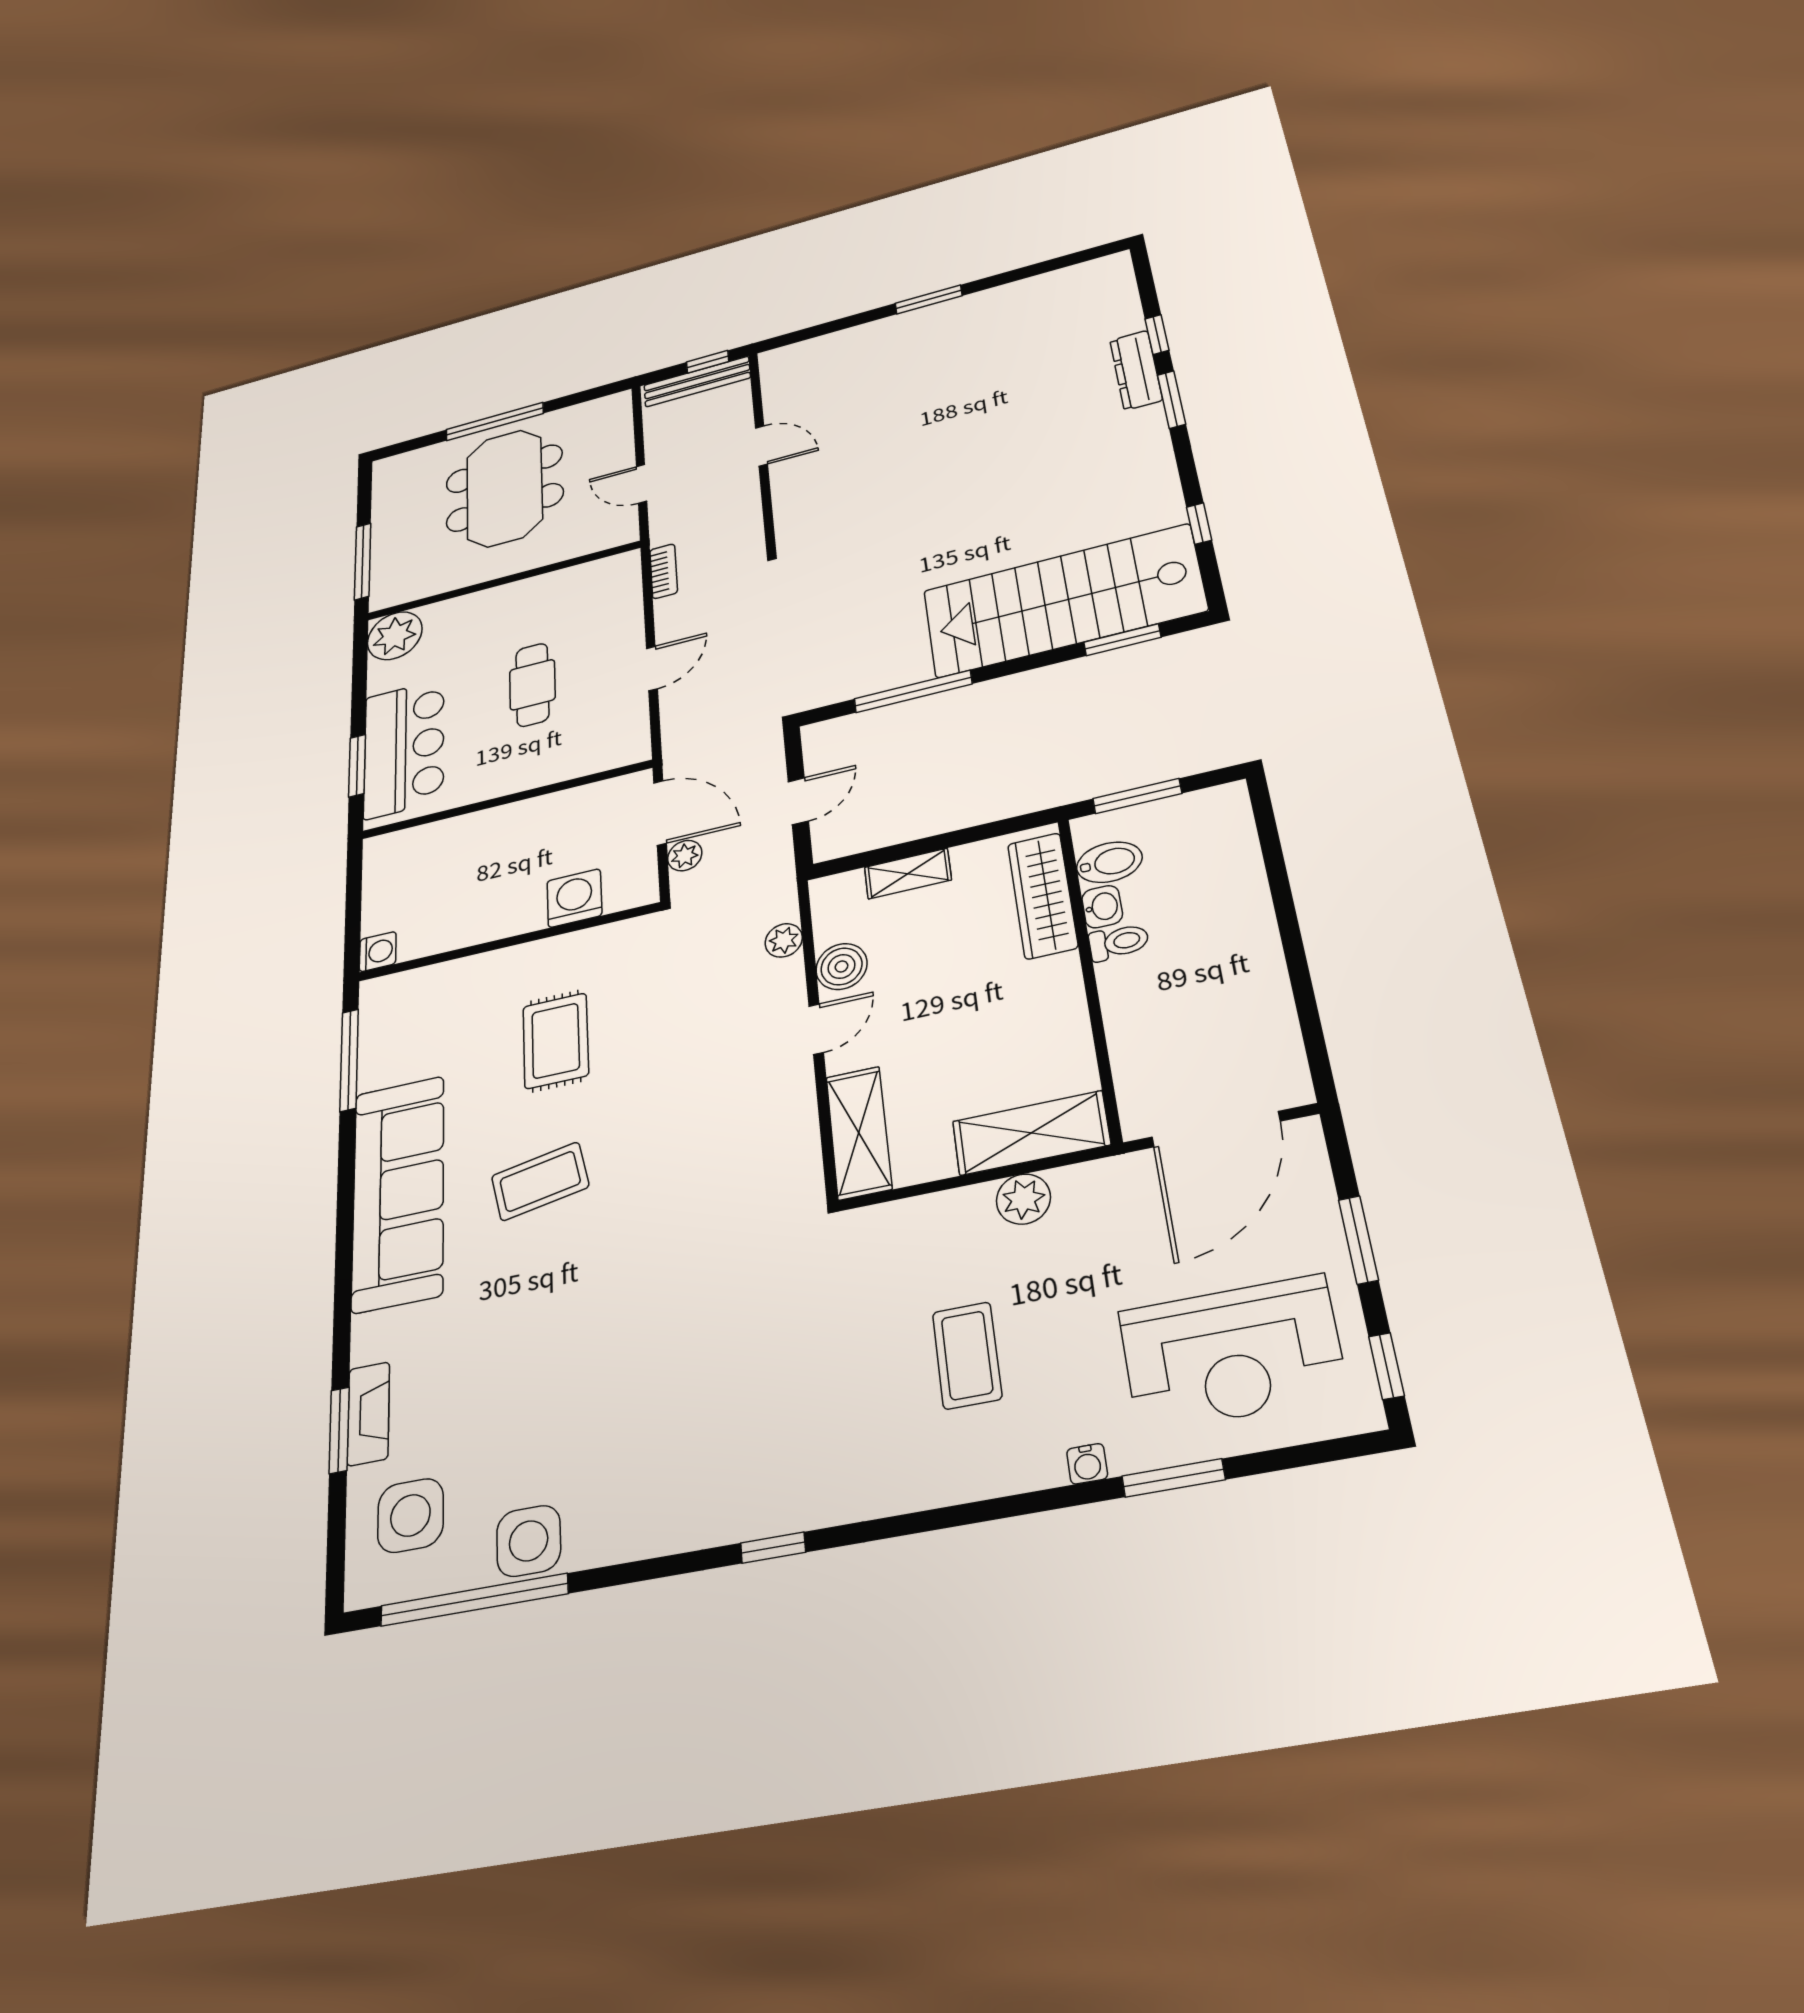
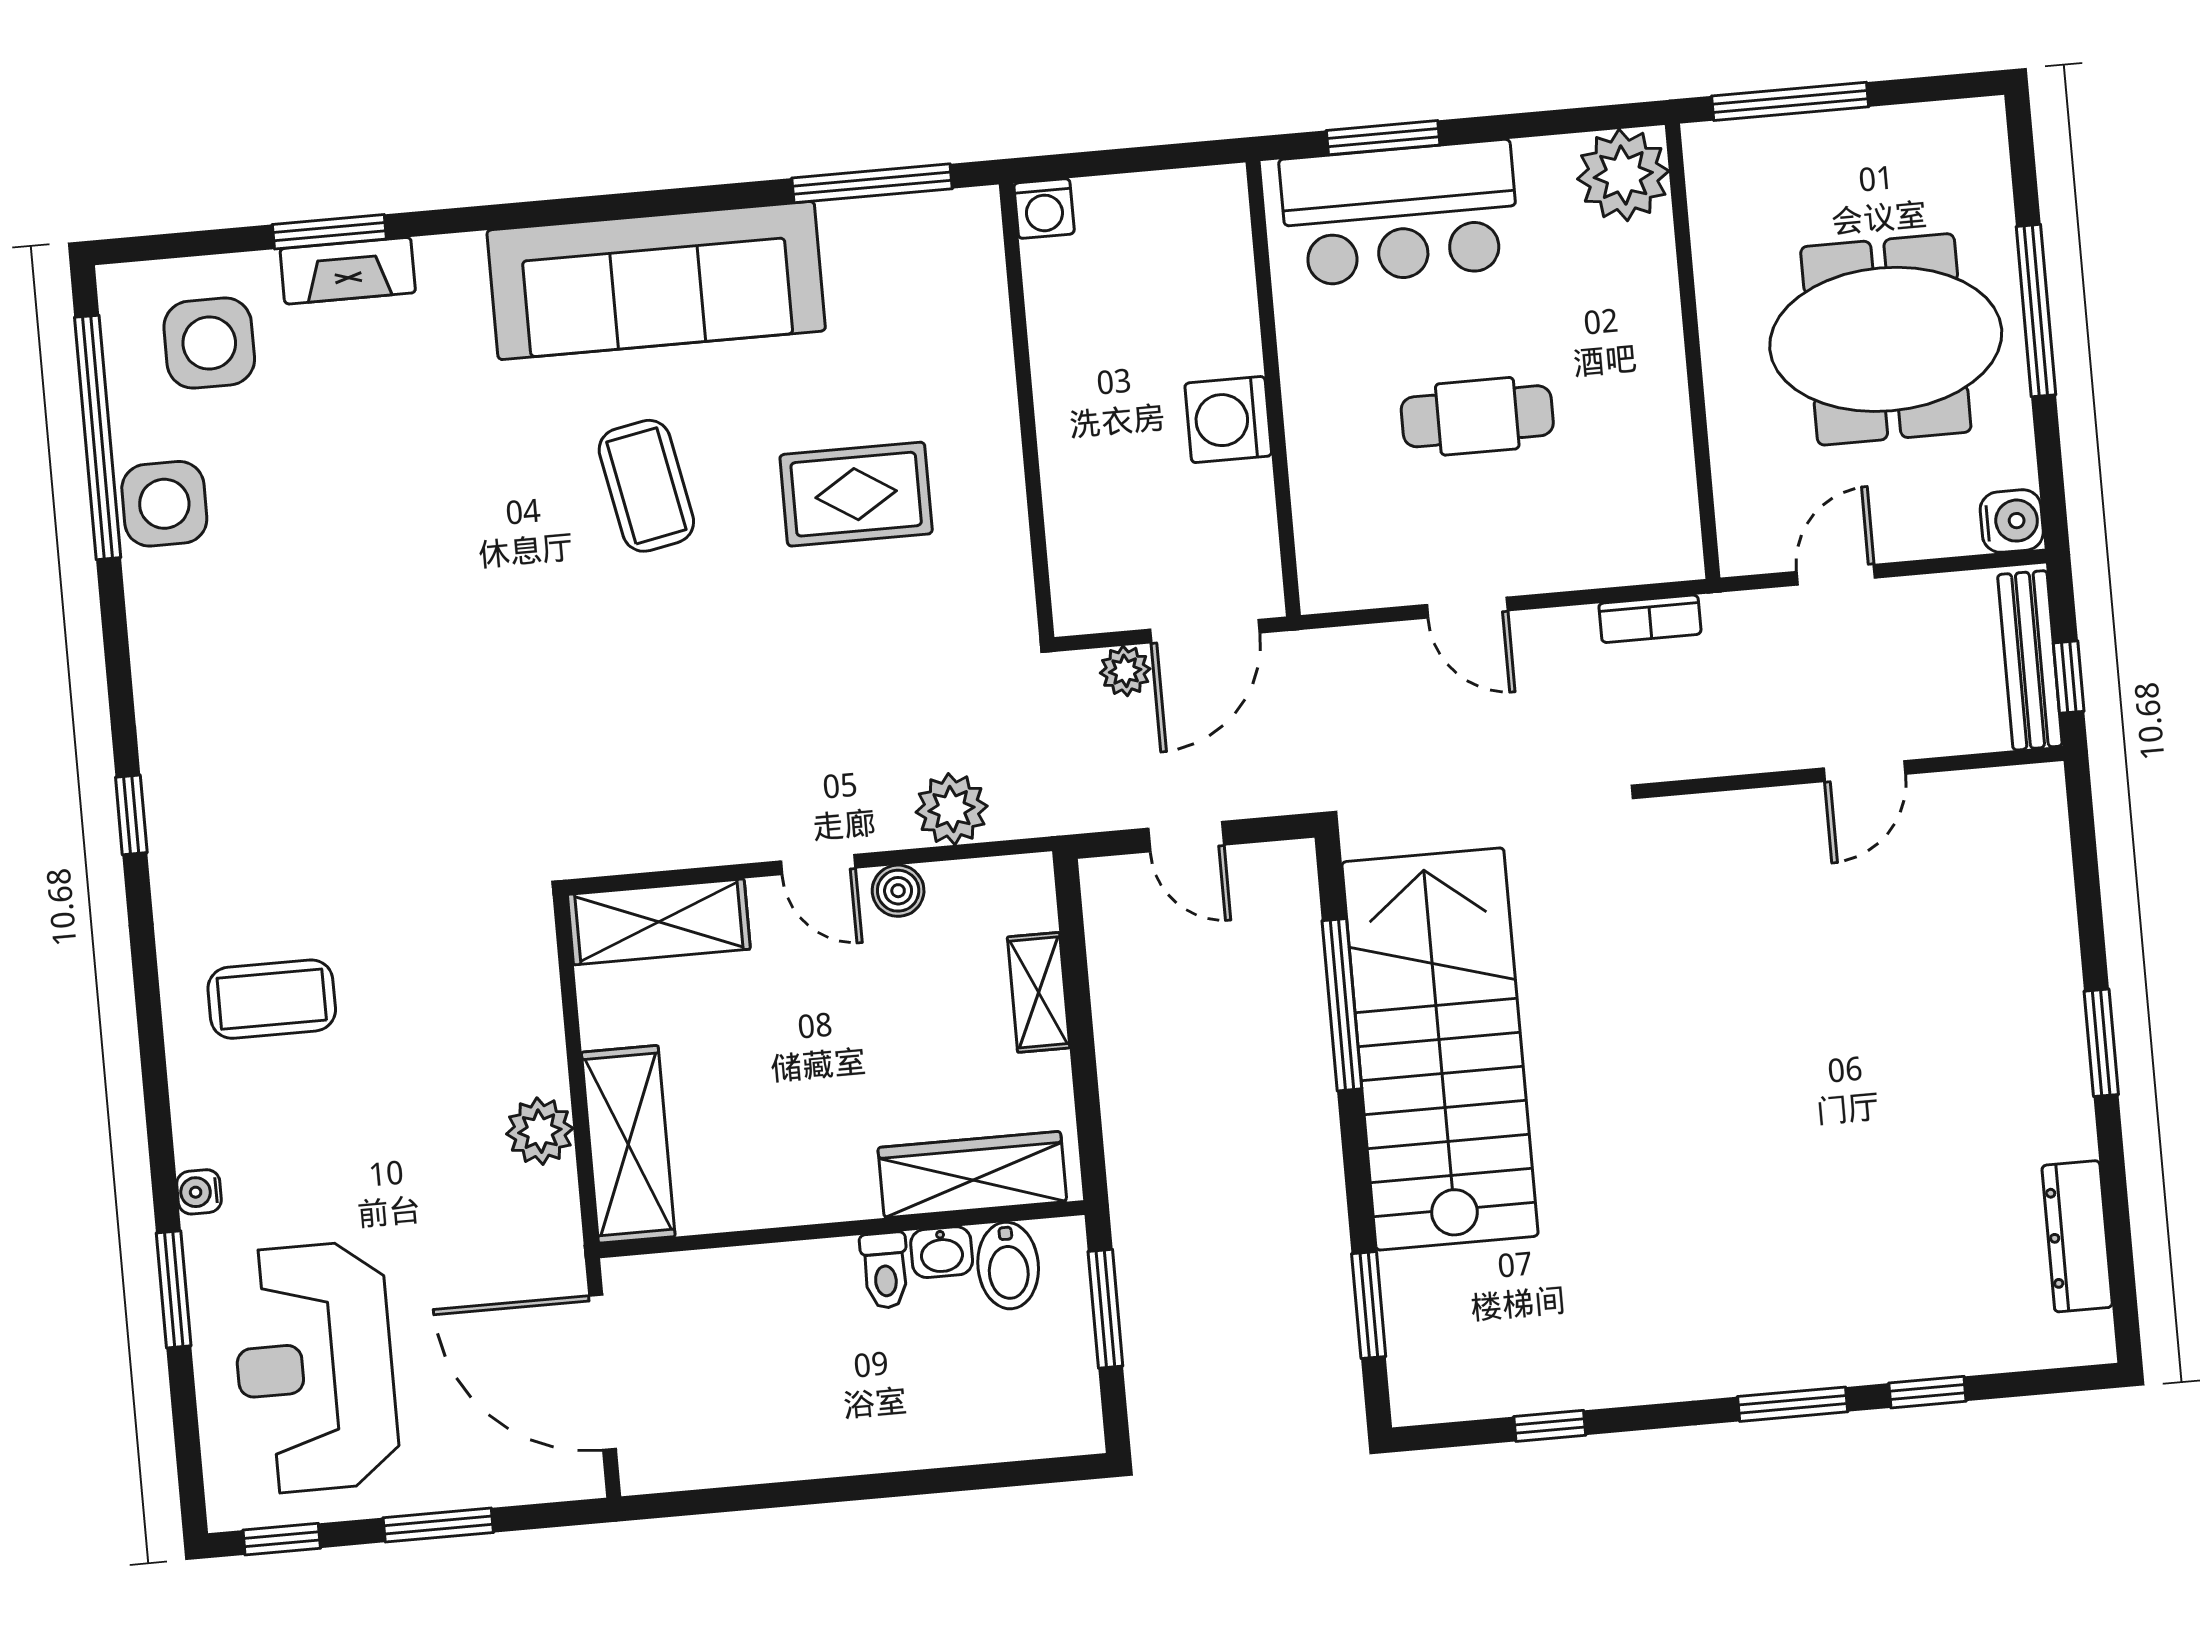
dresser: (1136, 370) -> (2077, 1236), moved, turned -90
water cooler: (615, 407) -> (2012, 521), added
stairs: (1063, 601) -> (1440, 1049), moved
washing machine: (574, 898) -> (1228, 420), moved, turned 180
plant: (784, 940) -> (952, 809), width x1.38, depth x1.38
boiler: (842, 966) -> (898, 891), width x0.73, depth x0.73
coffee table: (967, 1355) -> (272, 999), moved

